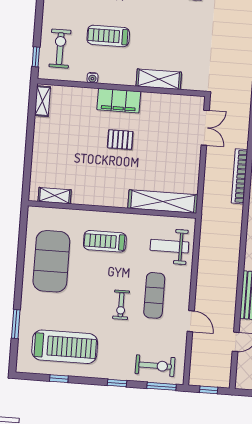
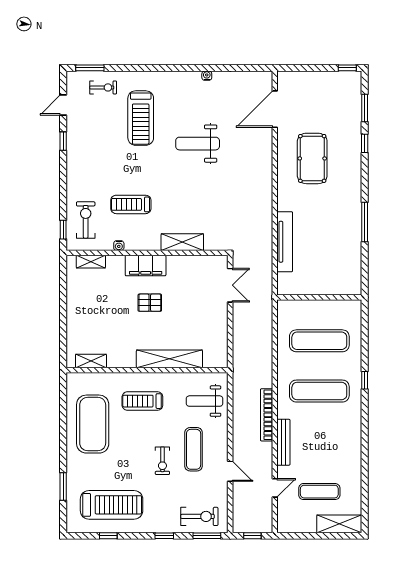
shelving: (42, 101) -> (91, 262), moved, turned 90
bookcase: (240, 176) -> (267, 415), moved
shelving: (163, 202) -> (169, 359), moved

